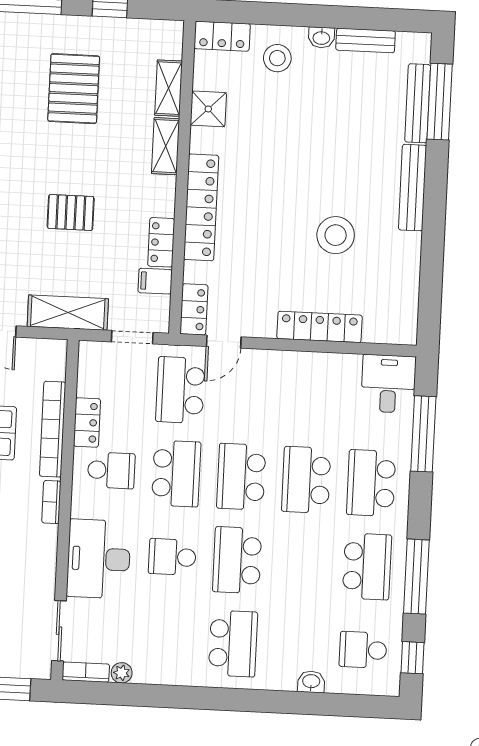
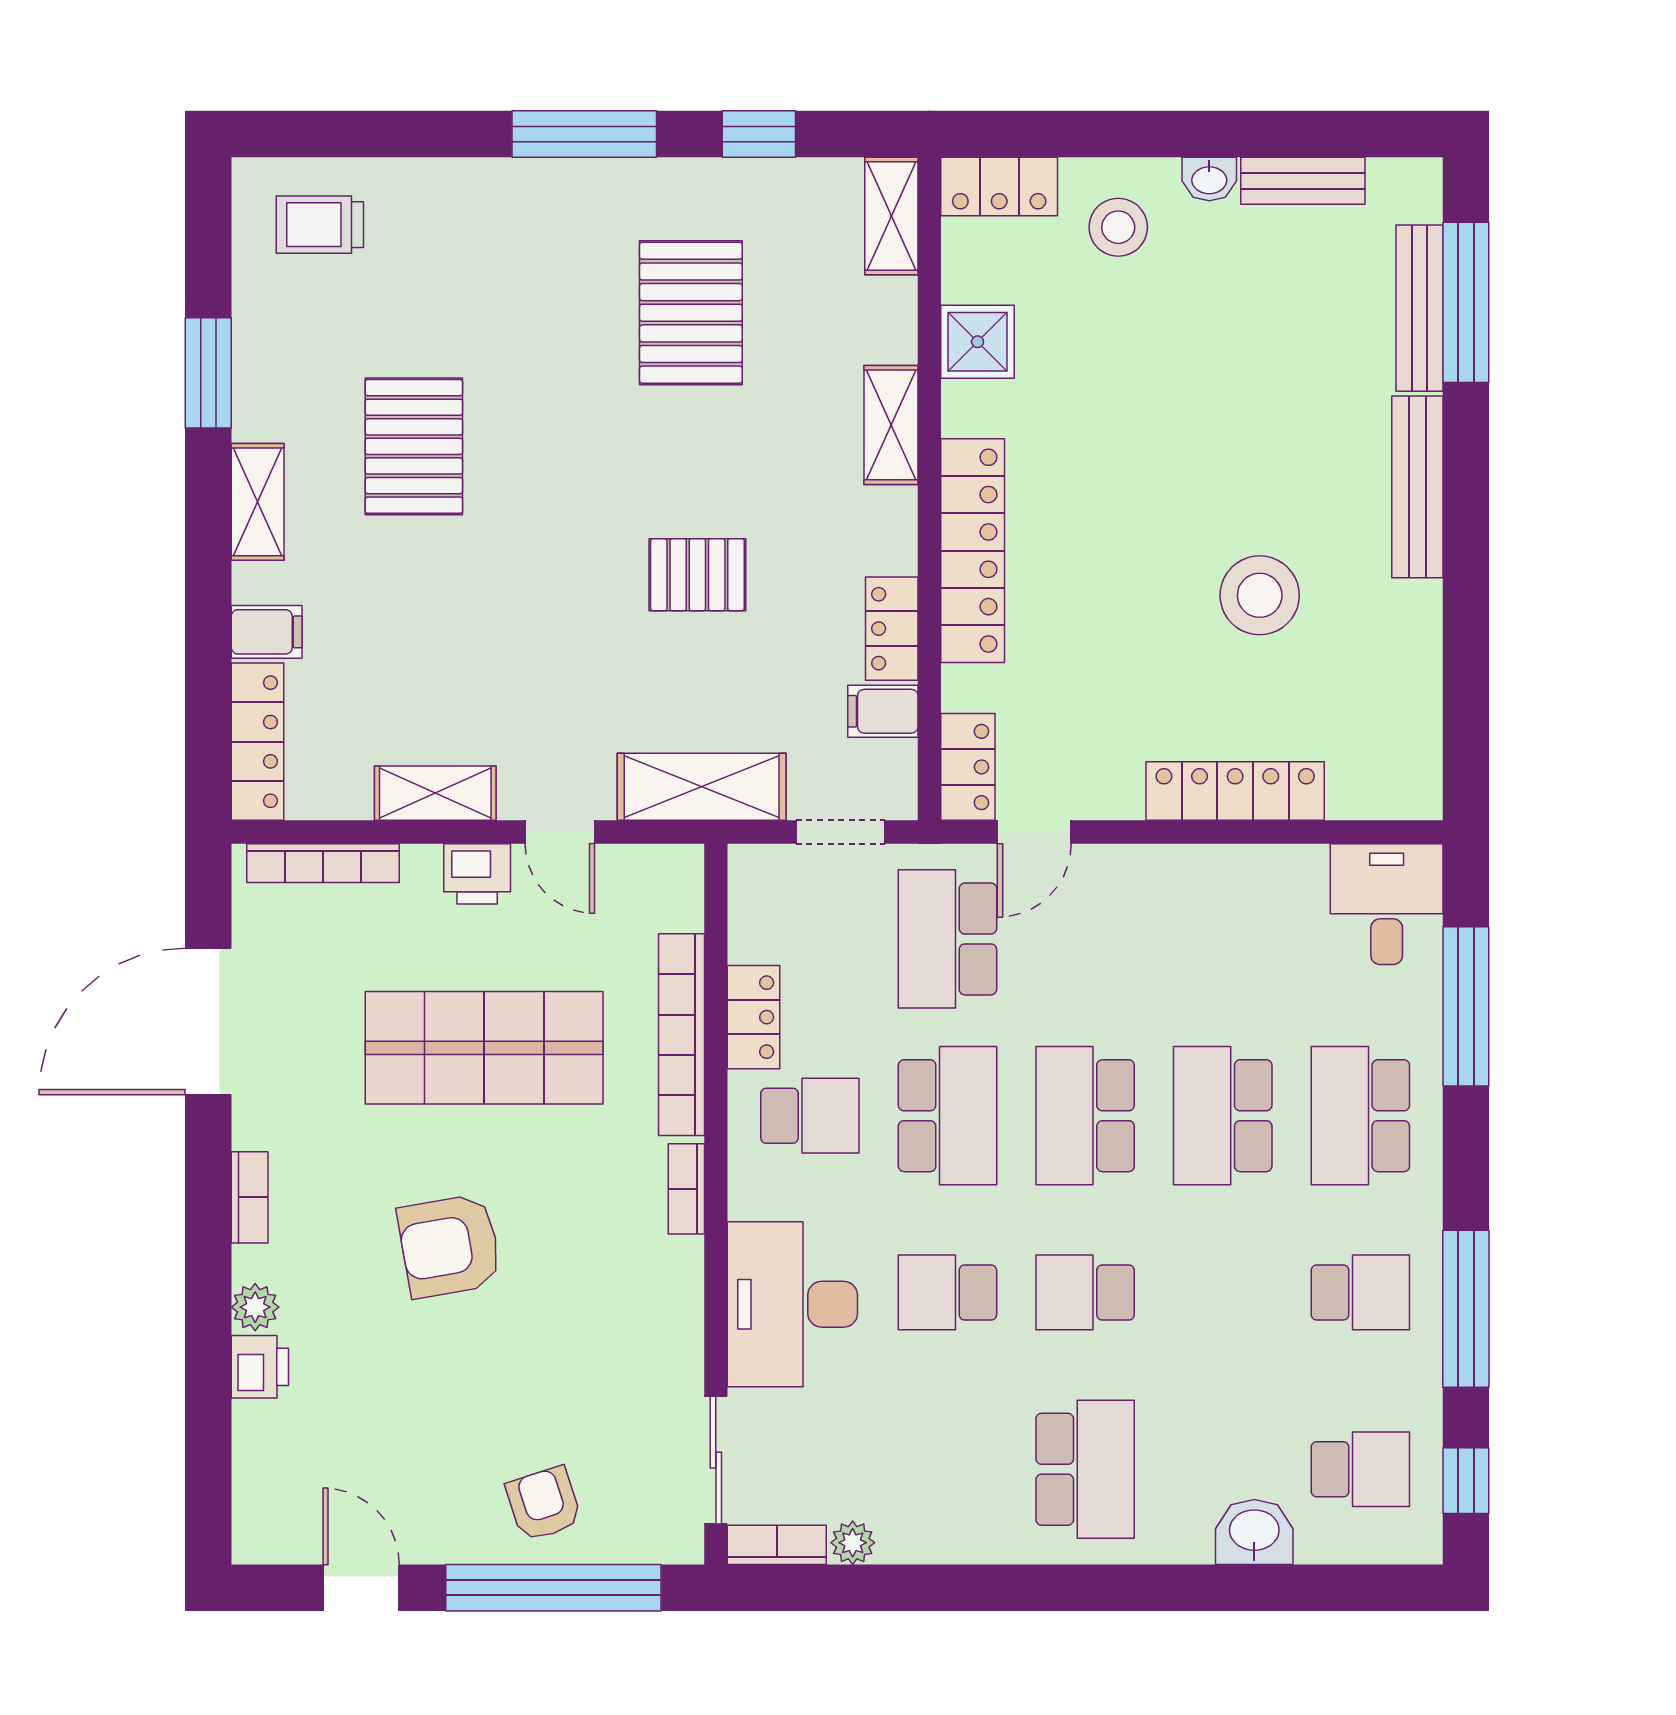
shelving: (169, 88) -> (891, 216), moved
school desk: (237, 560) -> (1085, 1292), width x0.54
school desk: (367, 566) -> (1360, 1292), width x0.54
school desk: (363, 650) -> (1360, 1469), turned 180
washbasin: (311, 682) -> (1254, 1532), width x1.38, depth x1.45

